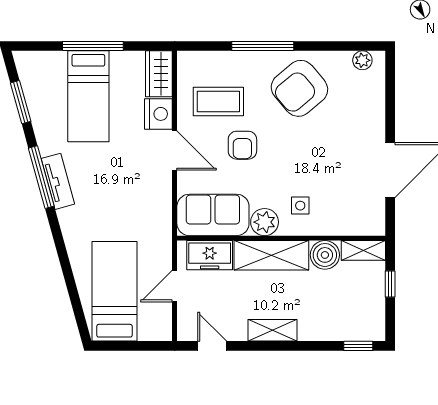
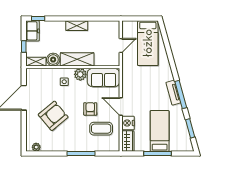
armchair: (299, 88) -> (53, 116), moved
freezer: (210, 255) -> (33, 31), moved, turned 90
door: (212, 346) -> (104, 19), removed

